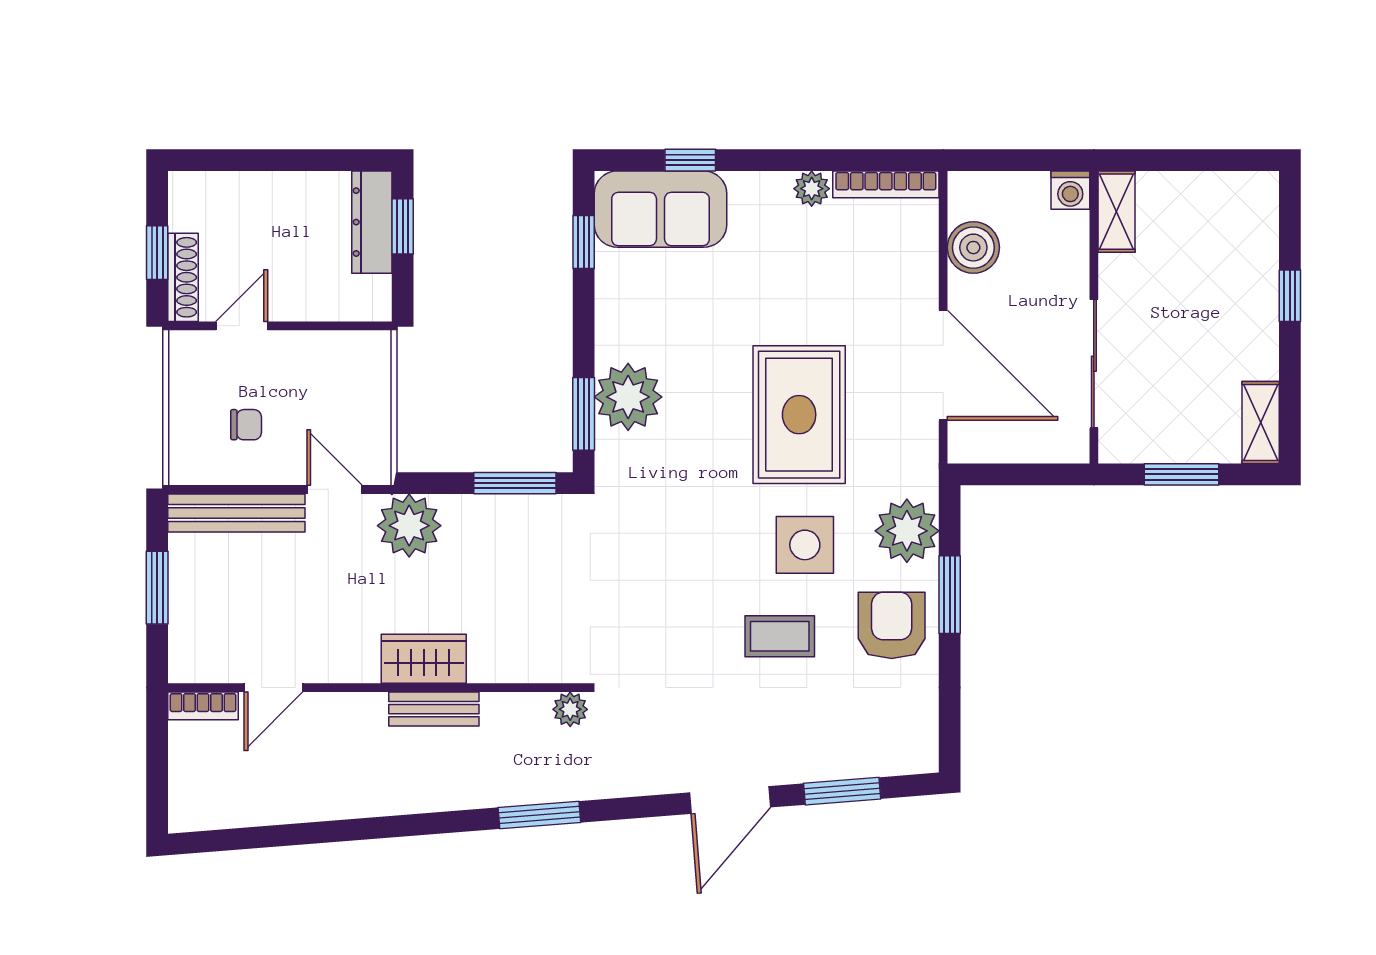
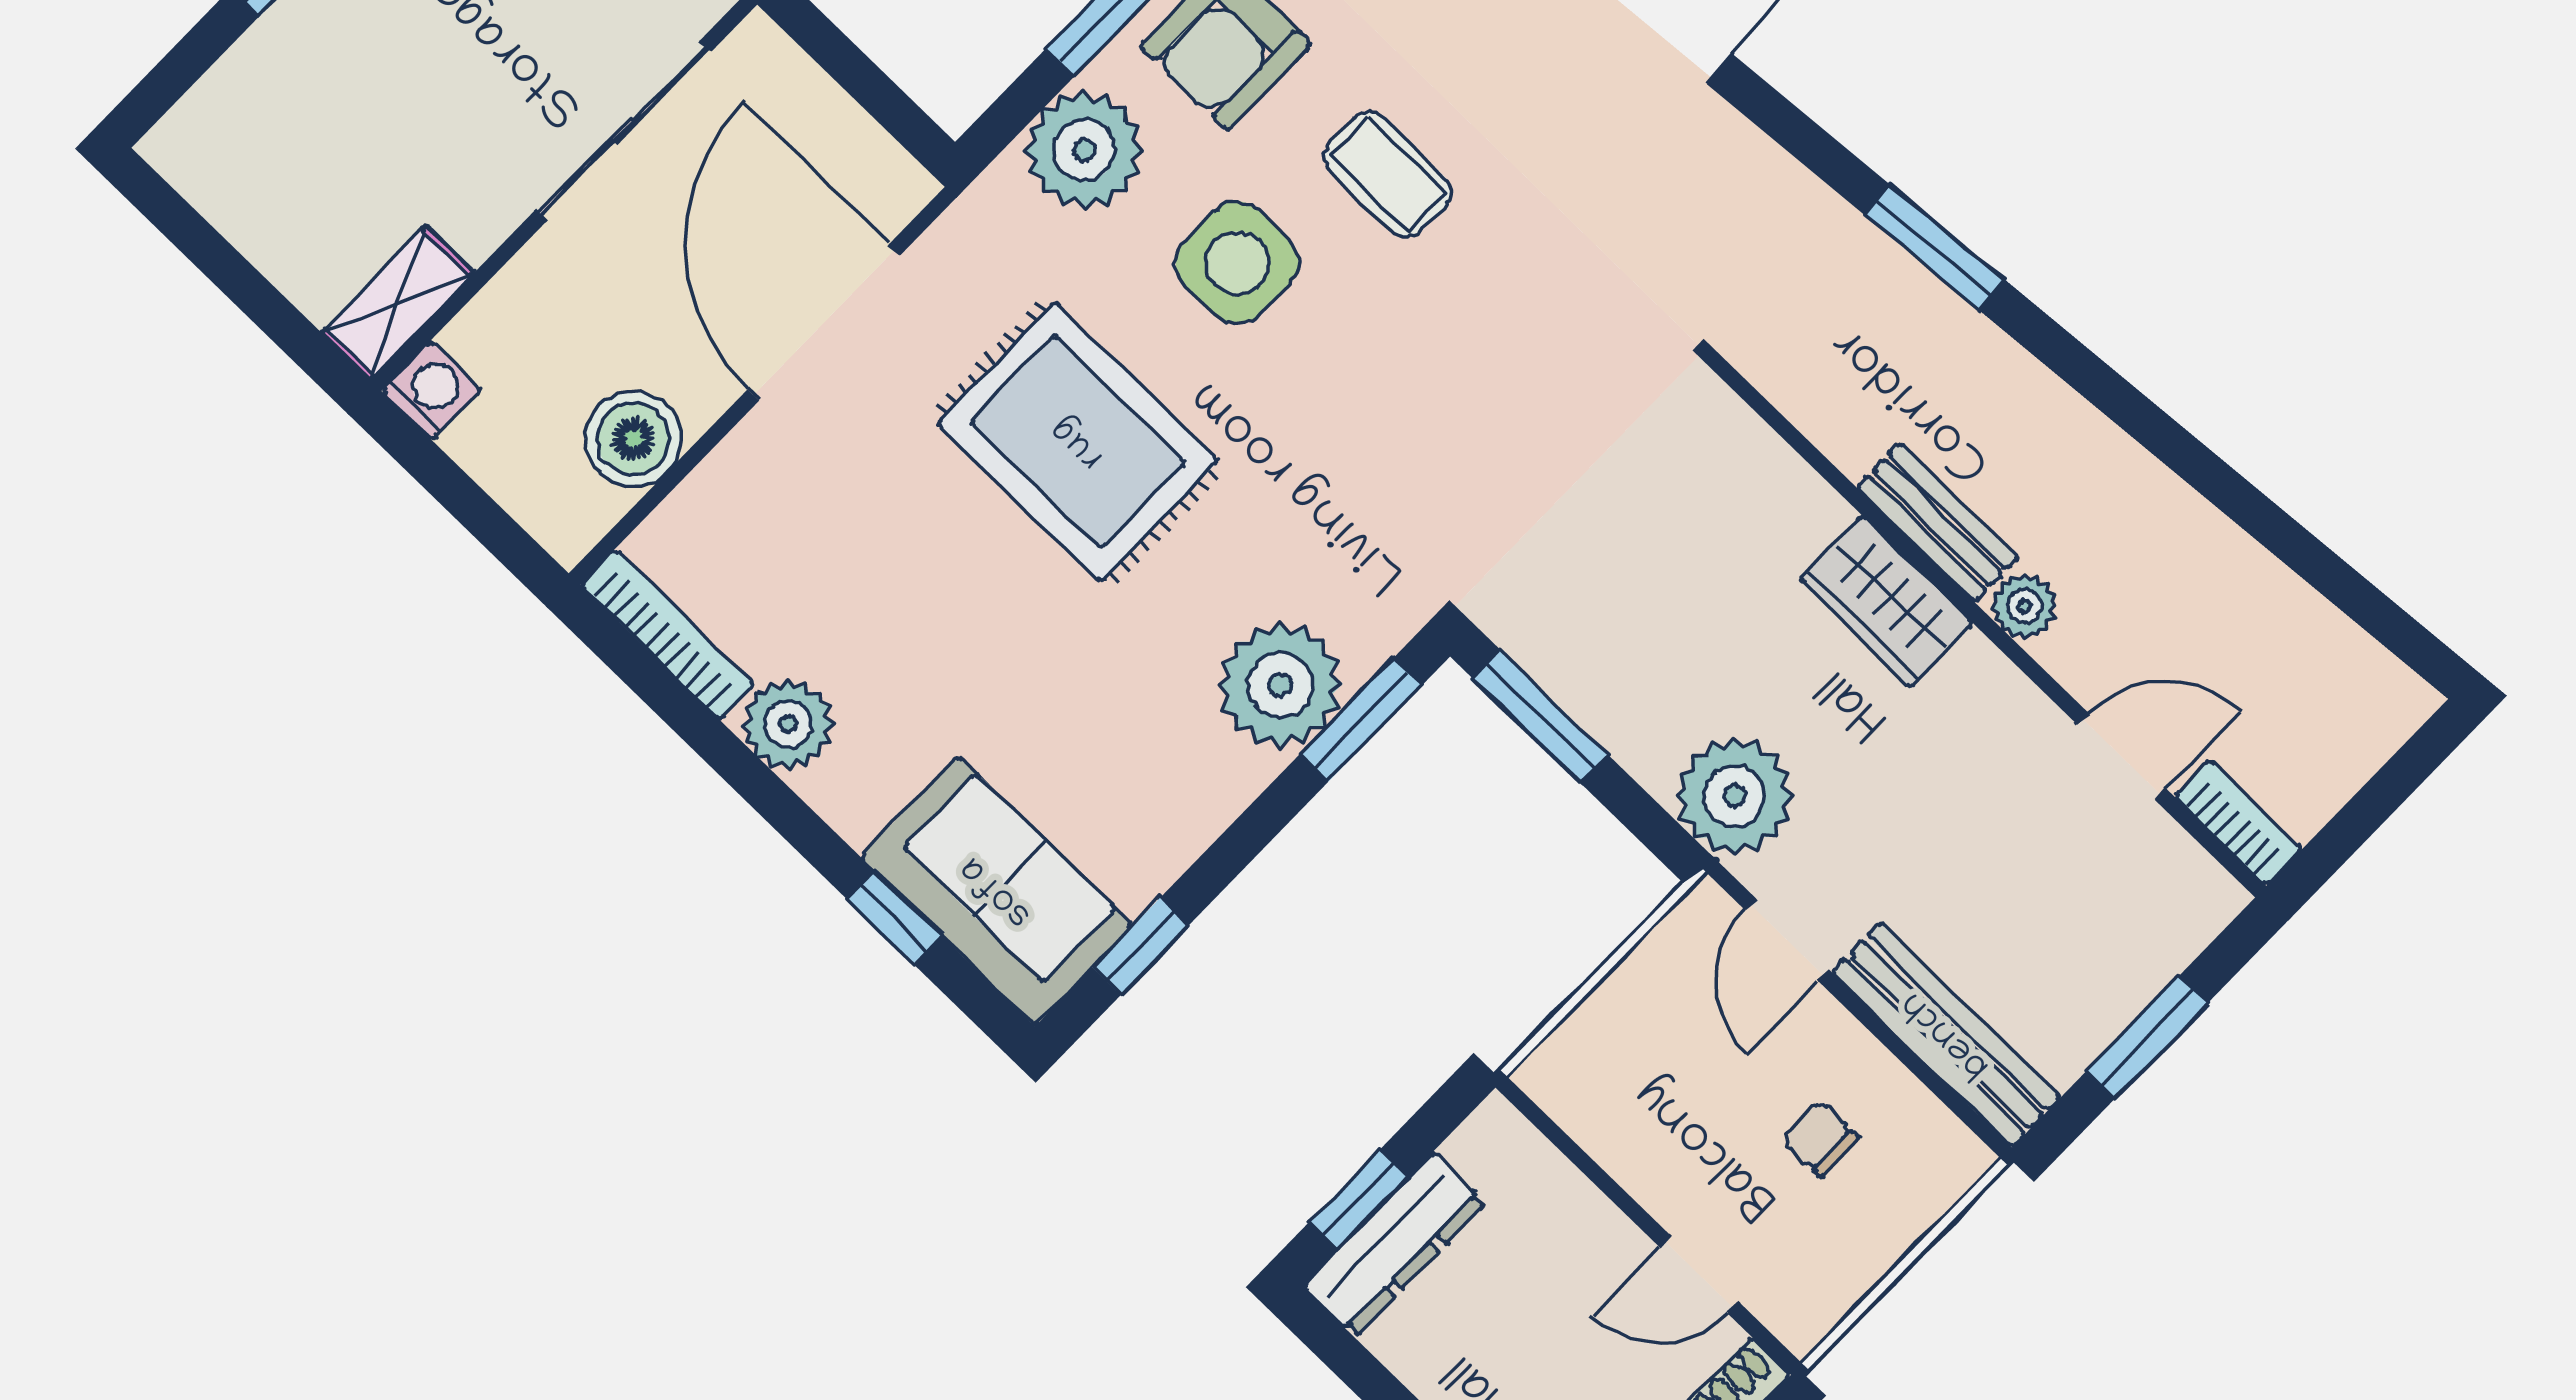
plant: (812, 189) -> (788, 724), width x1.38, depth x1.38
rug: (799, 415) -> (1078, 442), turned 90
plant: (570, 709) -> (2024, 606), moved

